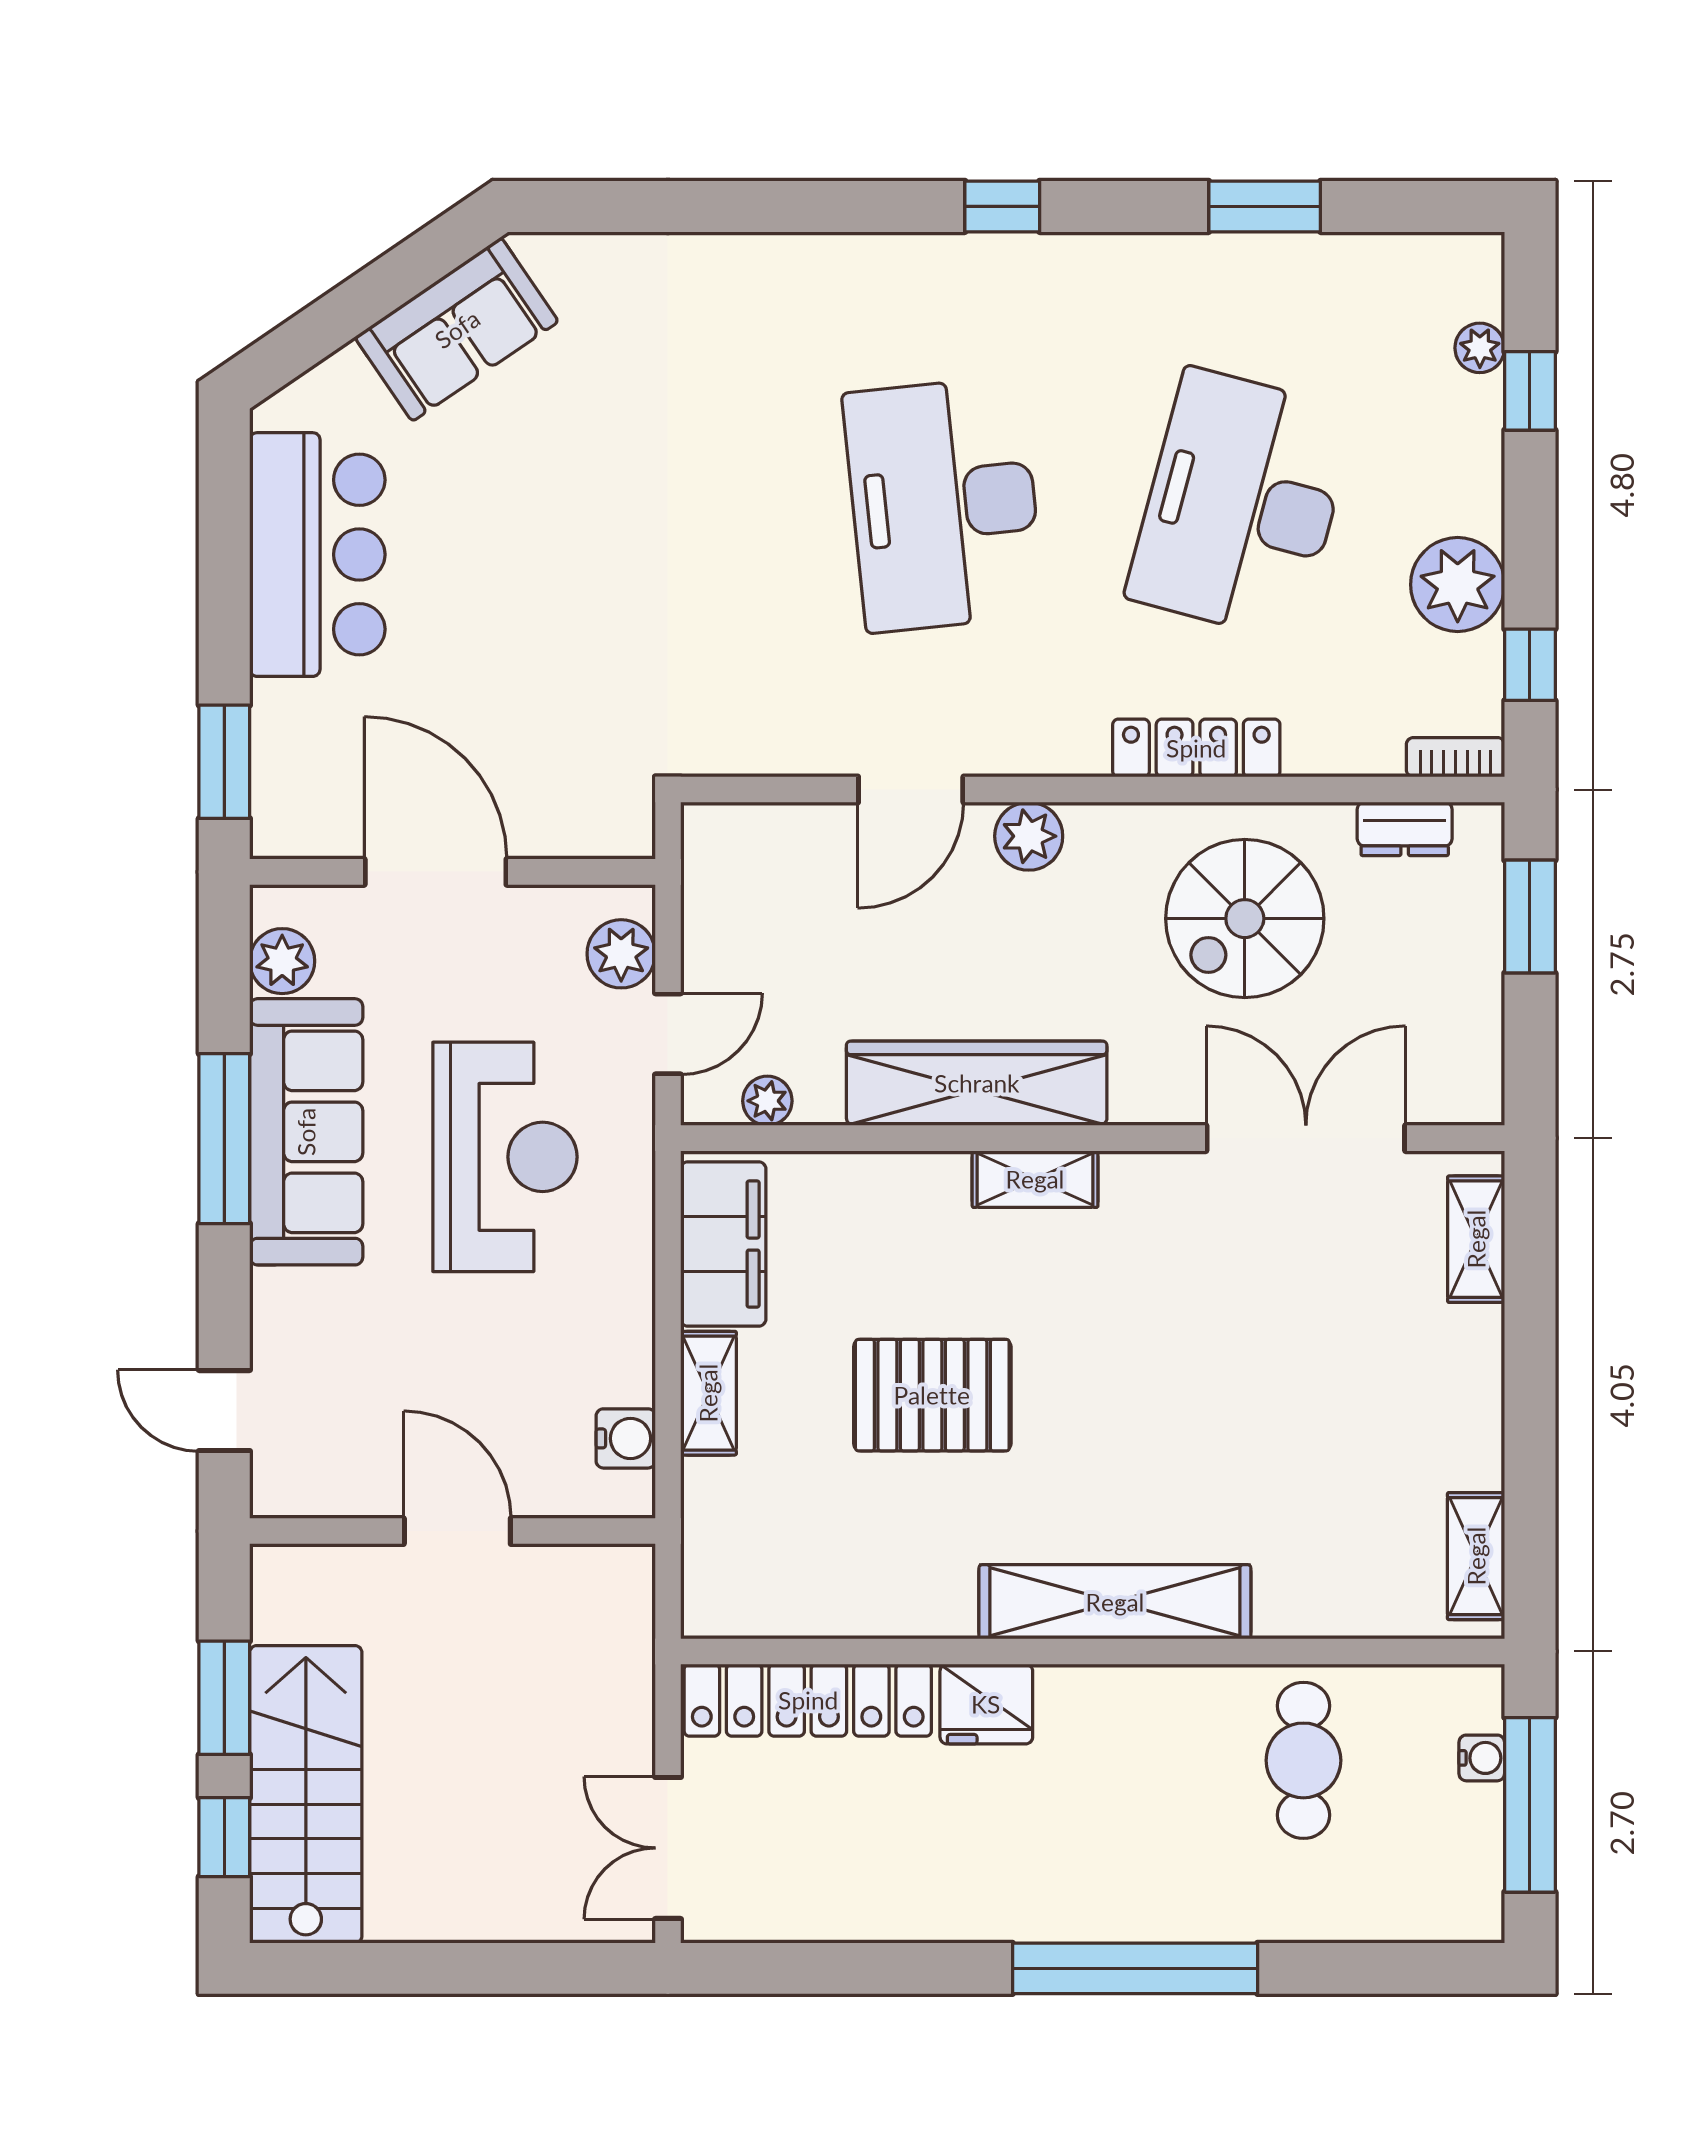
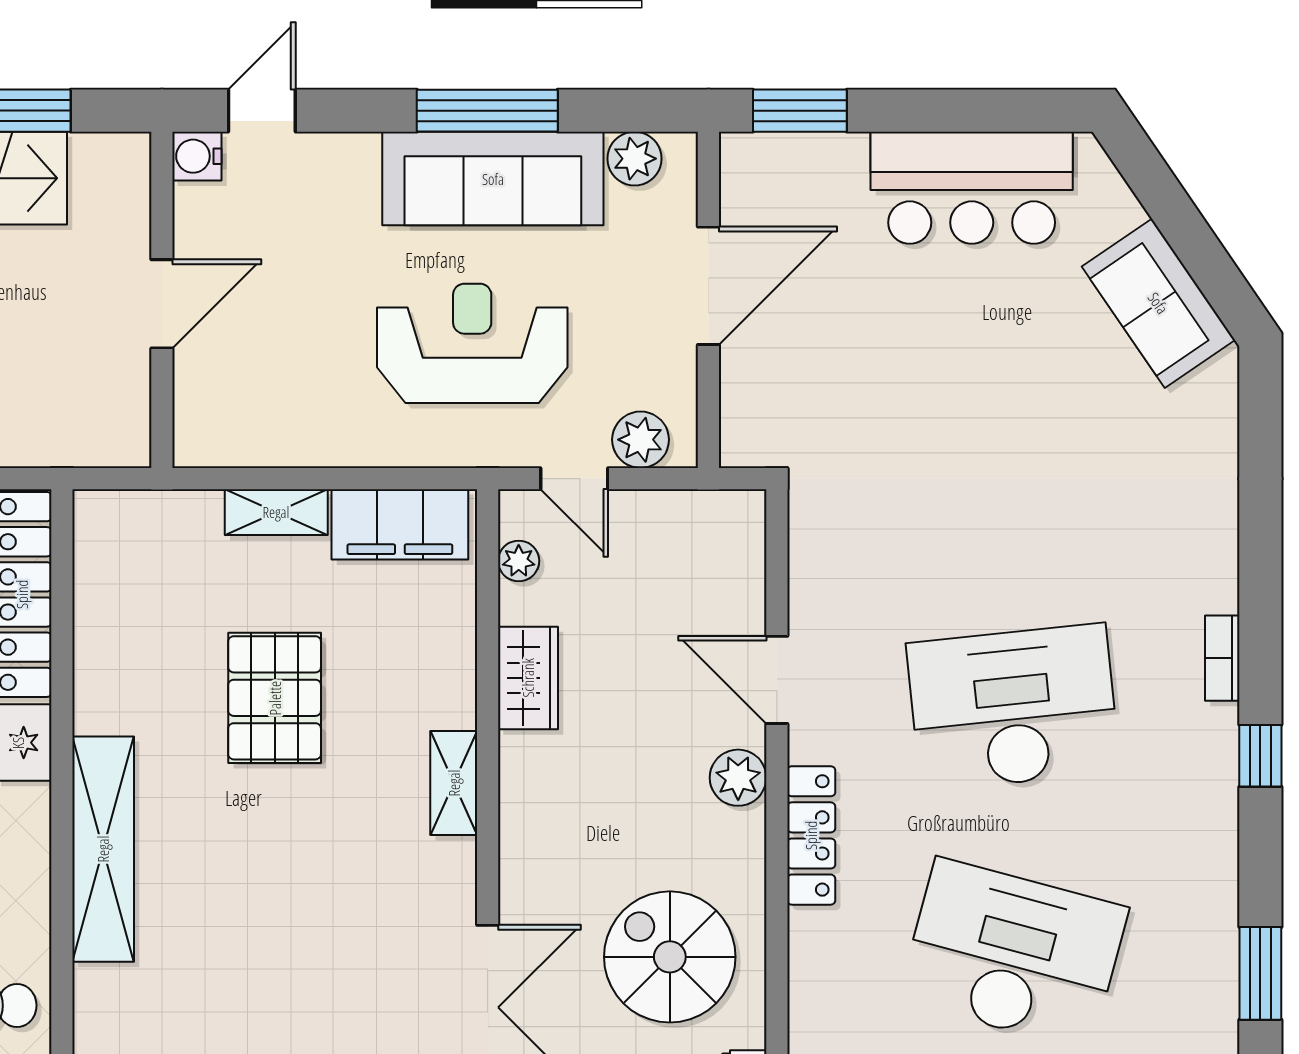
bookcase: (884, 252) -> (1222, 658), added
locker: (1196, 748) -> (811, 835), moved
wardrobe: (977, 1083) -> (528, 678), width x0.48, depth x0.85
reception desk: (505, 1157) -> (472, 343), turned 180
water cooler: (626, 1438) -> (197, 156), moved, turned 90

